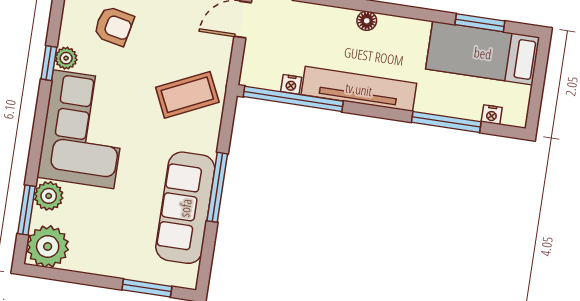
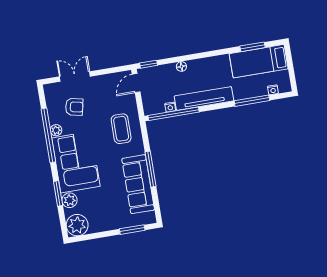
floor lamp: (367, 21) -> (181, 66), moved
window: (49, 63) -> (48, 135), width x3.17
coffee table: (187, 95) -> (121, 129), turned -65
window: (27, 210) -> (58, 193), moved

